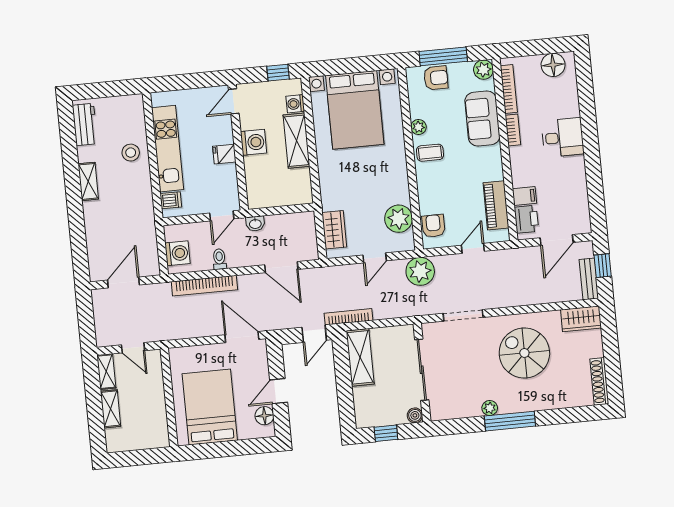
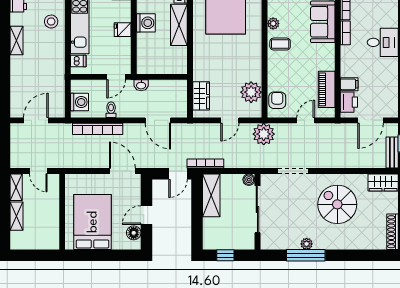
boiler: (415, 415) -> (249, 180), moved
window: (510, 421) -> (306, 255), moved

